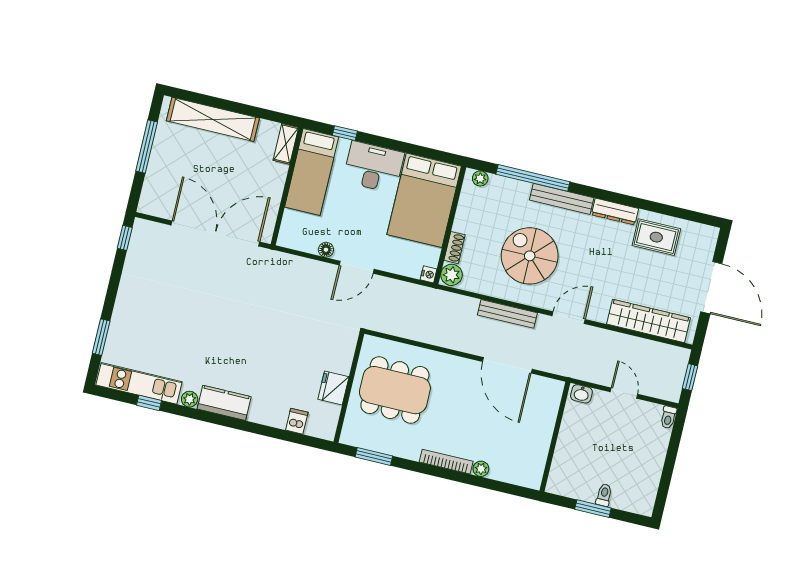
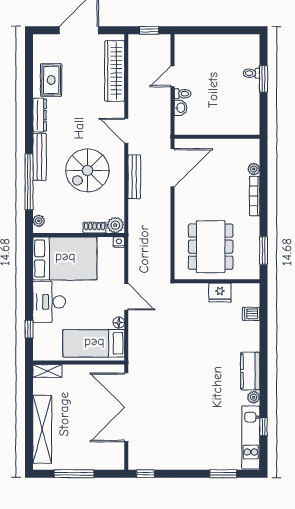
bed: (312, 172) -> (94, 343), moved, turned 180
toilet: (668, 417) -> (183, 94), moved
wall: (555, 437) -> (217, 137), moved

